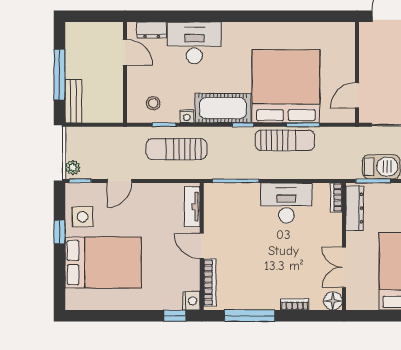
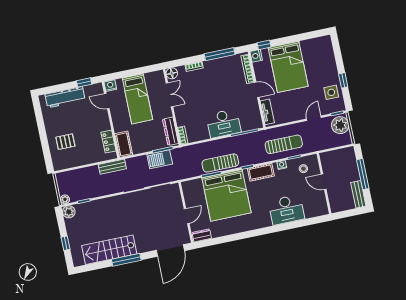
dresser: (152, 30) -> (202, 235), moved
door: (125, 52) -> (324, 182), moved
door: (357, 95) -> (187, 216), moved
bench: (73, 101) -> (358, 194), moved
cot: (223, 108) -> (261, 172), width x0.73, depth x0.75
plant: (73, 167) -> (340, 125), width x1.88, depth x1.88
desk: (286, 203) -> (224, 123), moved
bed: (103, 263) -> (288, 67), moved, turned -90

